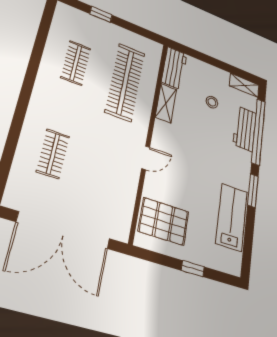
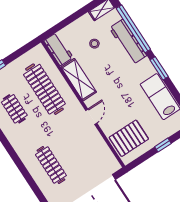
shelving: (166, 103) -> (79, 80), width x1.50, depth x1.33
workbench: (245, 129) -> (128, 42), width x1.38
clothes rail: (53, 154) -> (51, 165), width x1.36

